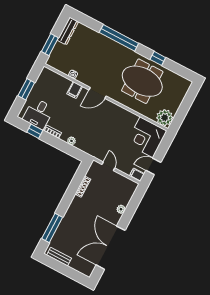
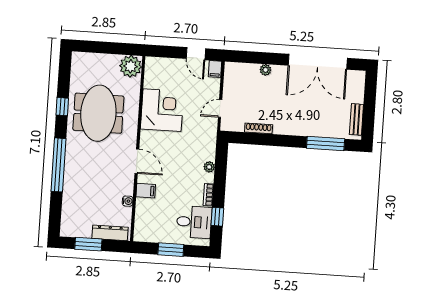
dresser: (68, 31) -> (110, 233), moved
window: (50, 45) -> (88, 244), moved
corner desk: (146, 137) -> (162, 110), moved, turned -90

